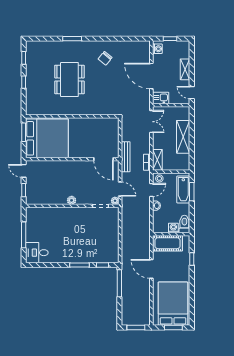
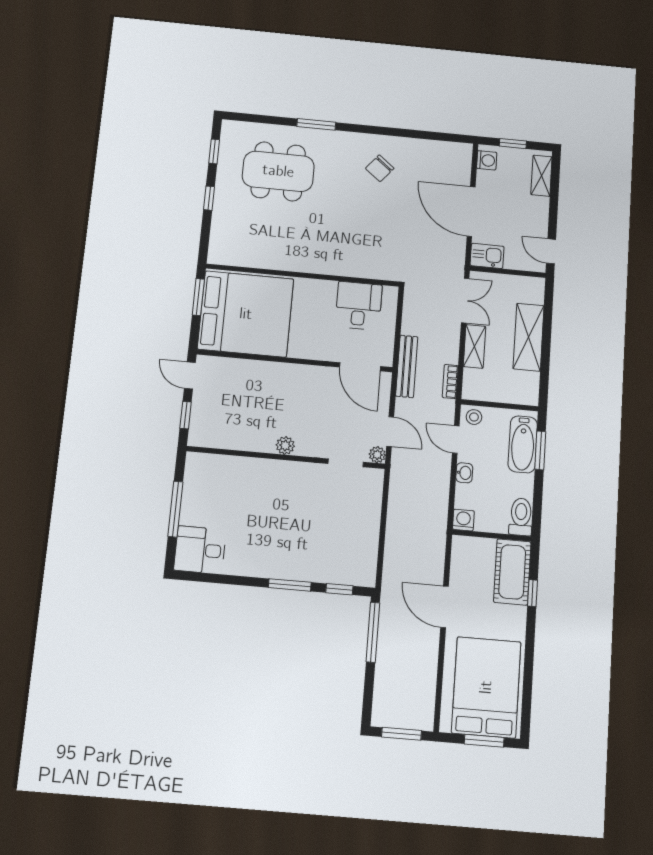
shelving: (185, 69) -> (541, 176), moved
dining table: (69, 79) -> (278, 171), moved, turned 90
desk: (100, 129) -> (359, 306), added
shelving: (157, 160) -> (474, 346), moved
door: (151, 190) -> (456, 439), swing flipped
washing machine: (173, 228) -> (463, 520), moved
cot: (168, 243) -> (512, 572), moved, turned 90

